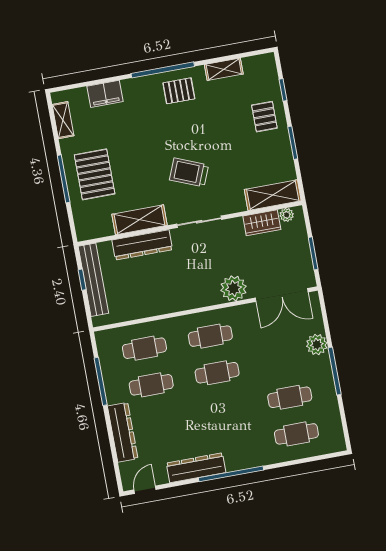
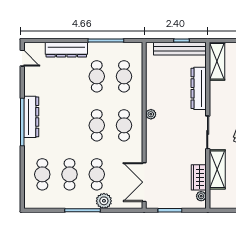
shelving: (273, 195) -> (217, 169), moved
shelving: (140, 220) -> (217, 61), moved
plant: (234, 288) -> (151, 114), moved, width x0.53, depth x0.53
cafe table: (283, 361) -> (97, 174), added
dresser: (196, 468) -> (31, 117), moved

